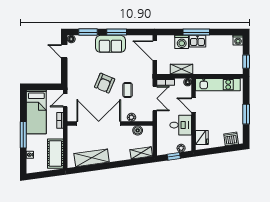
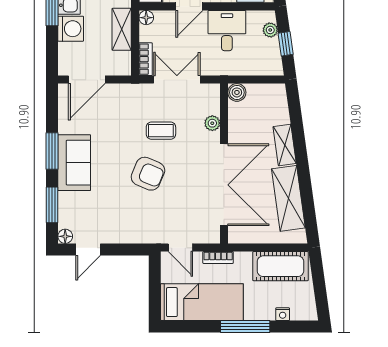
double door: (99, 124) -> (224, 185), swing flipped
boiler: (138, 130) -> (237, 92), moved
shelving: (141, 153) -> (285, 145), moved

